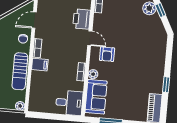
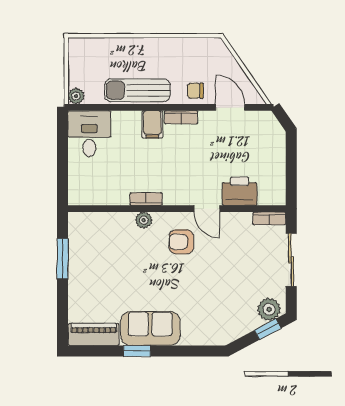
door: (90, 38) -> (207, 209), hinge flipped
sofa: (96, 97) -> (150, 328), moved, turned 180
desk: (69, 103) -> (89, 134), moved, turned 180

